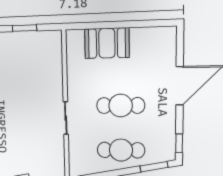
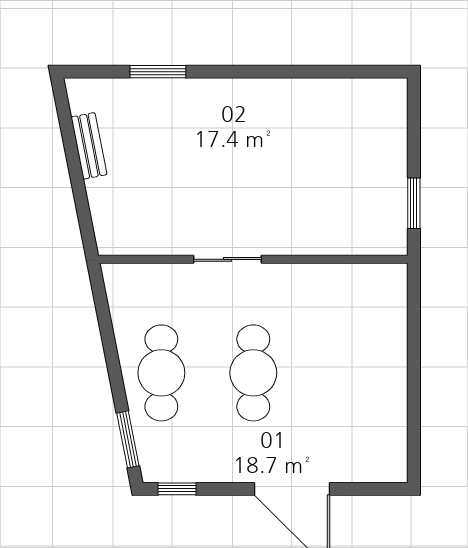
window: (24, 28) -> (414, 203), moved
booth: (107, 43) -> (378, 347), removed

